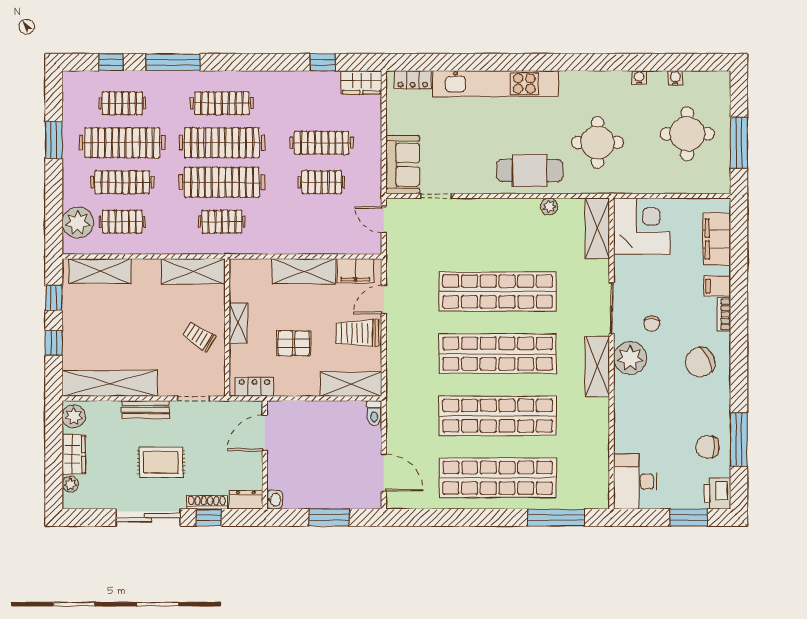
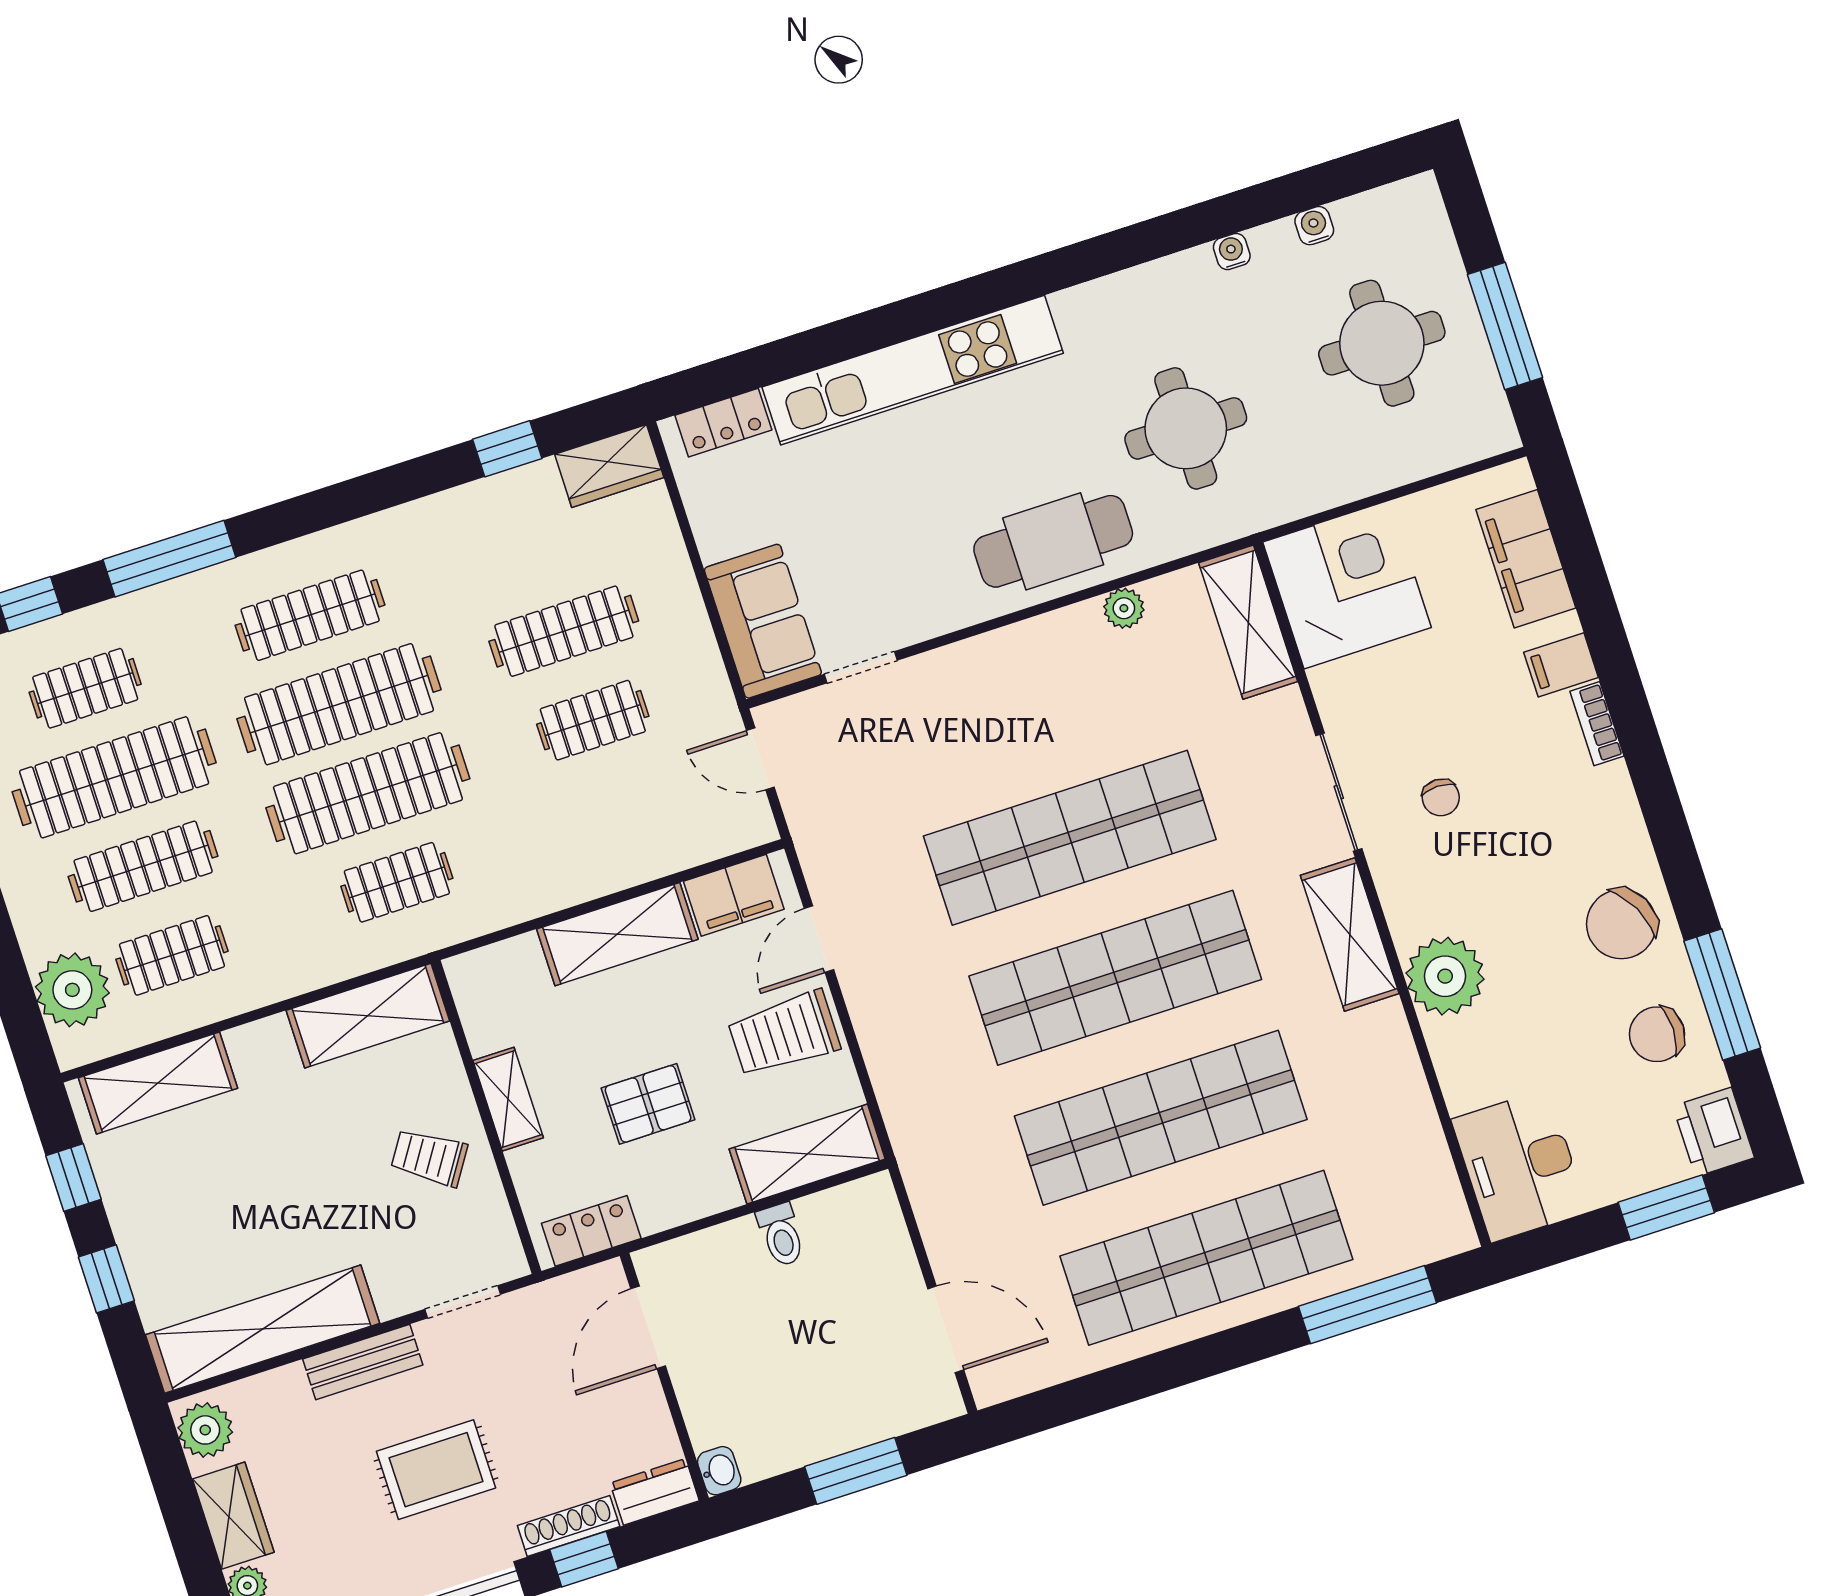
plant: (630, 358) -> (1445, 976), moved
chair: (700, 362) -> (1621, 924), moved
toilet: (374, 413) -> (781, 1235), moved

